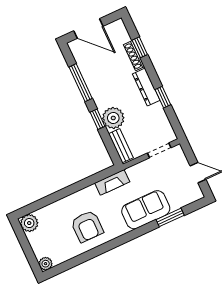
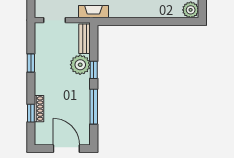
dresser: (146, 87) -> (41, 78), removed
fireplace: (112, 182) -> (93, 12), moved

